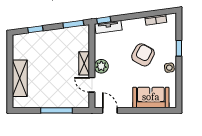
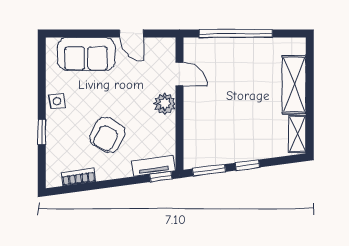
window: (35, 29) -> (247, 165), moved
armchair: (143, 55) -> (107, 135), moved
shelving: (84, 63) -> (297, 134), moved
window: (57, 110) -> (236, 34), width x1.46
door: (110, 110) -> (132, 34), moved

